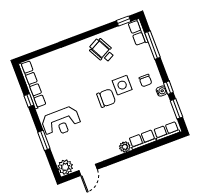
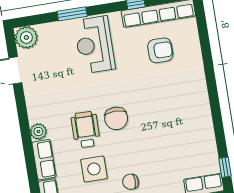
wheelchair: (102, 50) -> (86, 130), moved, turned -61
armchair: (56, 78) -> (160, 50), added
side table: (122, 85) -> (94, 169), moved

